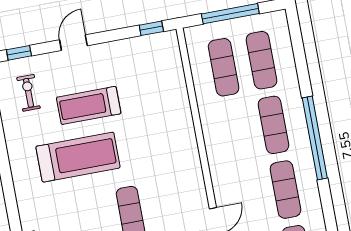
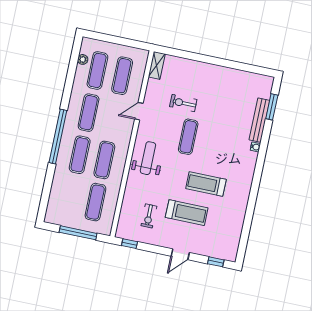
exercise mat: (261, 60) -> (104, 160), moved
exercise bike: (29, 93) -> (149, 216), moved
treadmill: (78, 157) -> (206, 184), width x0.73, depth x0.73
weight bench: (175, 160) -> (148, 158), added

